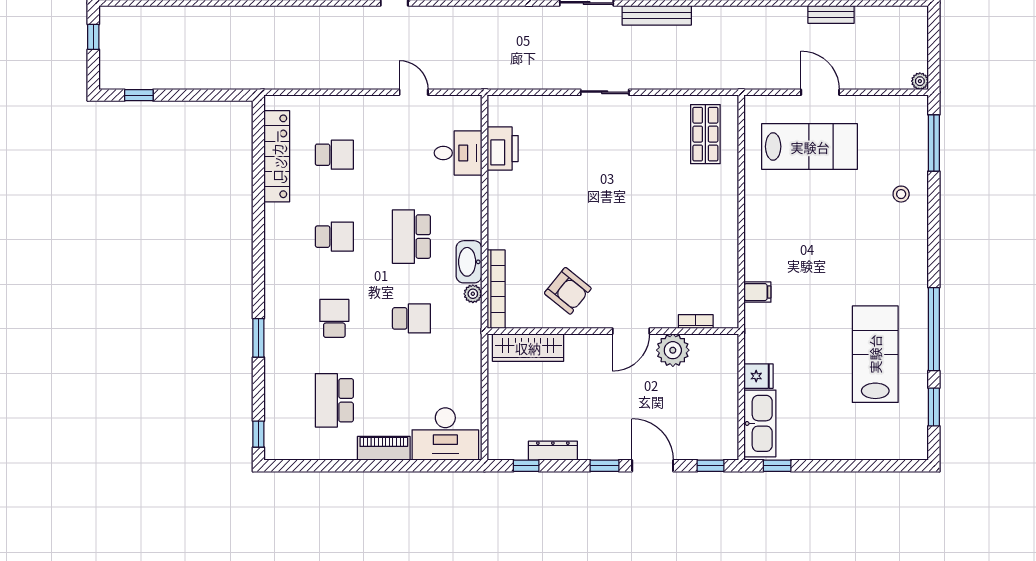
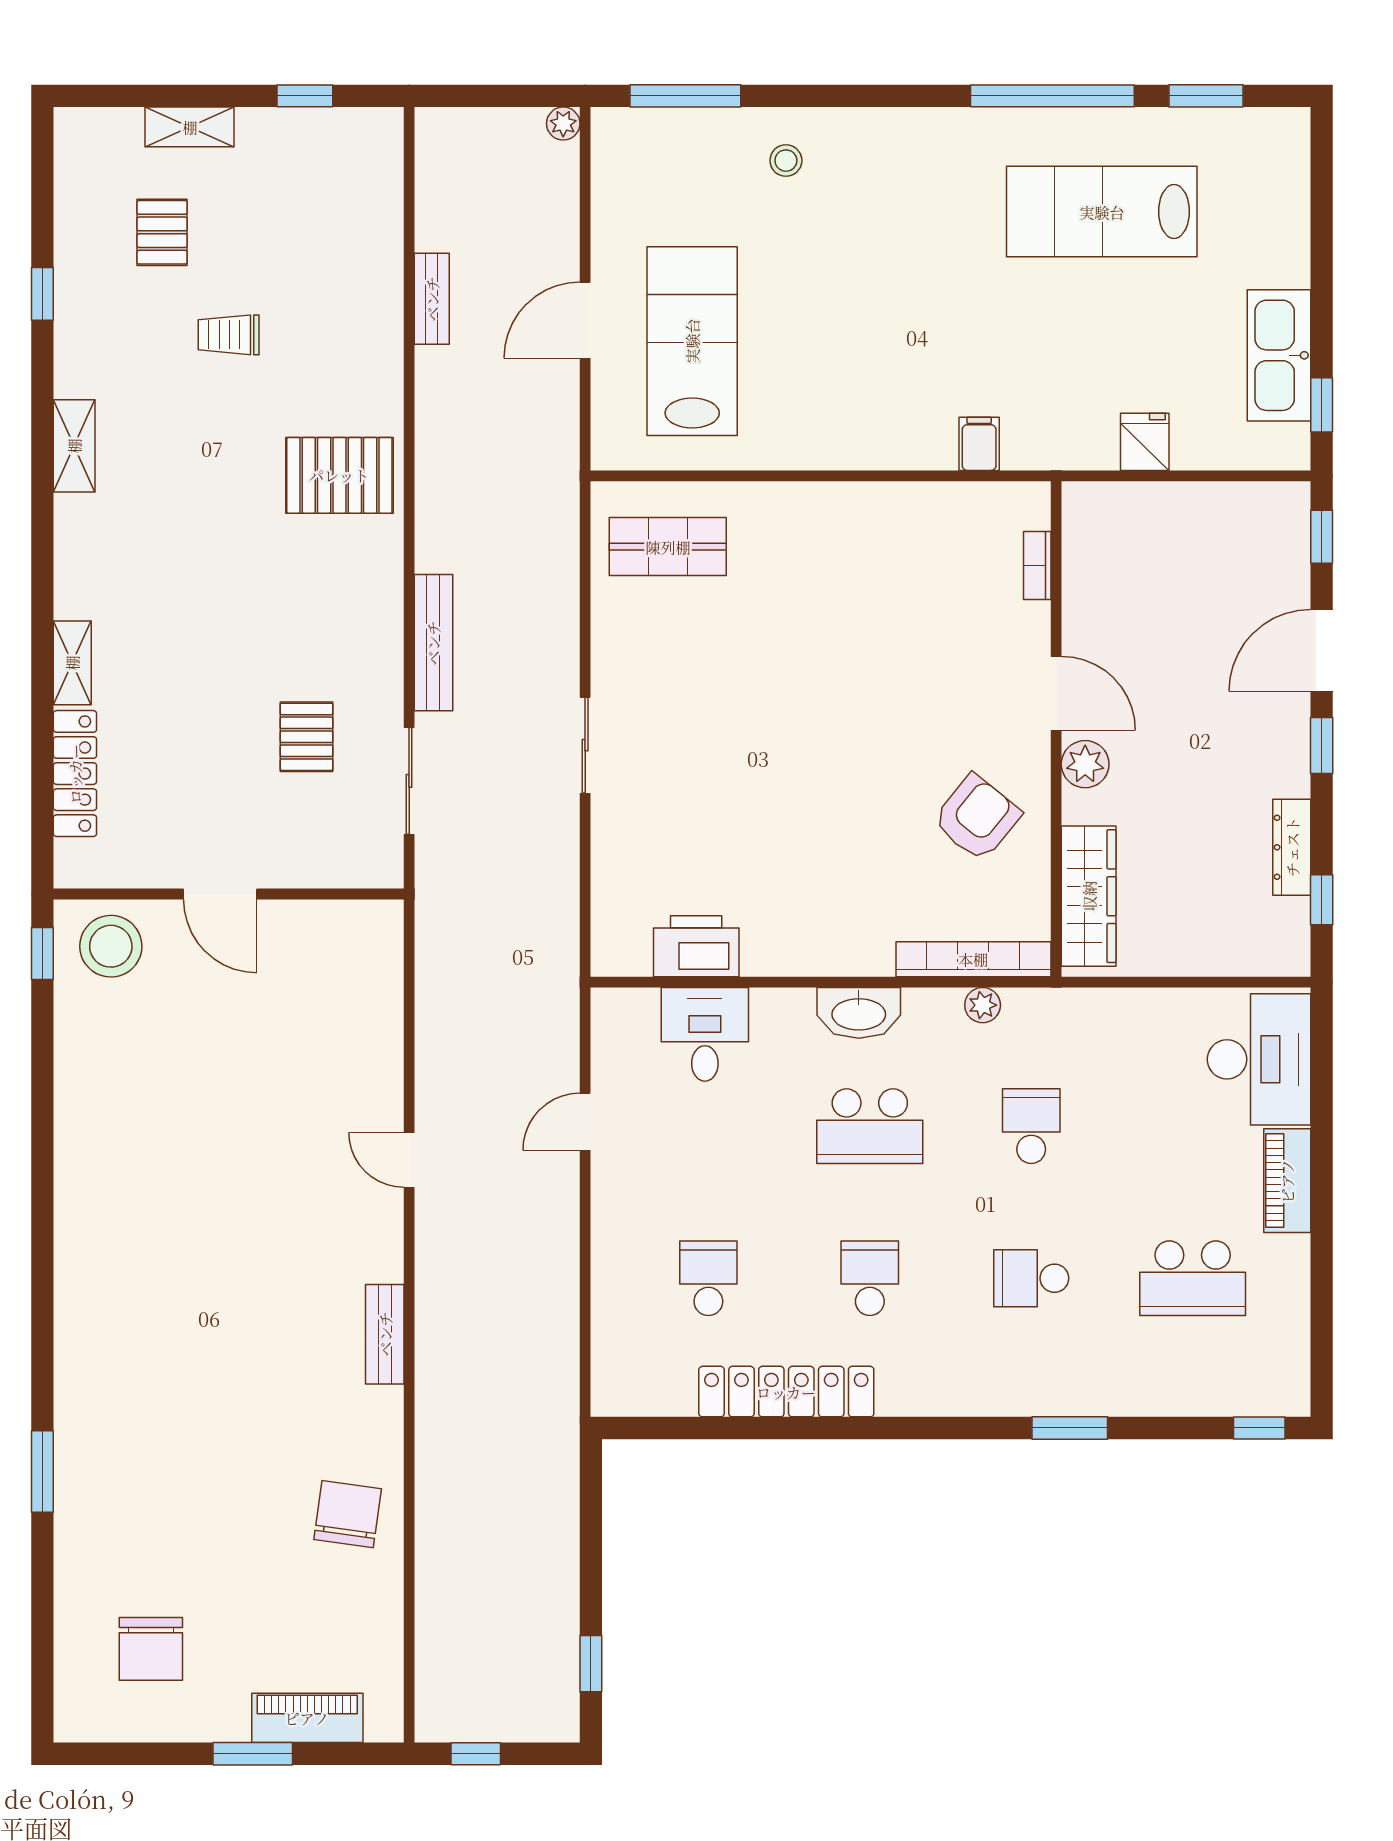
locker: (277, 156) -> (786, 1392), moved
washbasin: (469, 262) -> (859, 1013), moved
plant: (673, 350) -> (1085, 764), moved, width x0.73, depth x0.73
kitchen sink: (760, 423) -> (1279, 355), moved, turned -90

